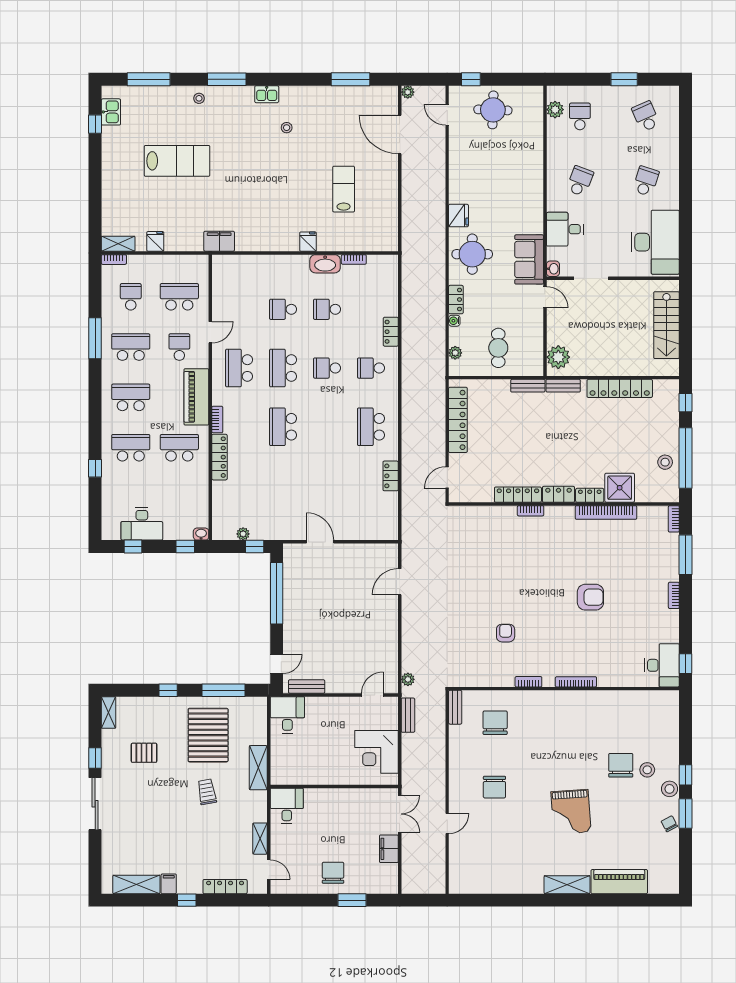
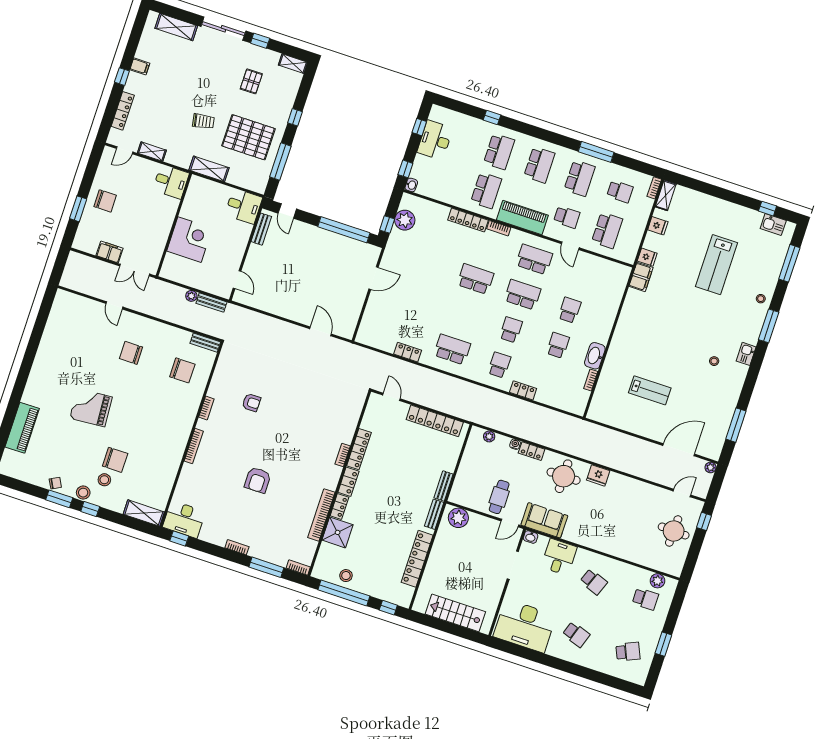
fridge: (308, 242) -> (647, 257), moved
cafe table: (498, 348) -> (499, 497), moved, turned 90
plant: (243, 534) -> (405, 220), width x1.88, depth x1.88
plant: (408, 679) -> (191, 296), moved
corner desk: (377, 752) -> (190, 240), moved, turned 90
shelving: (136, 884) -> (176, 27), moved, turned 90
shelving: (567, 885) -> (144, 513), moved, turned 90

